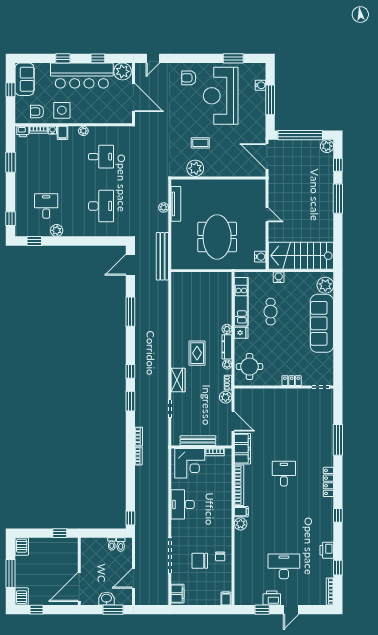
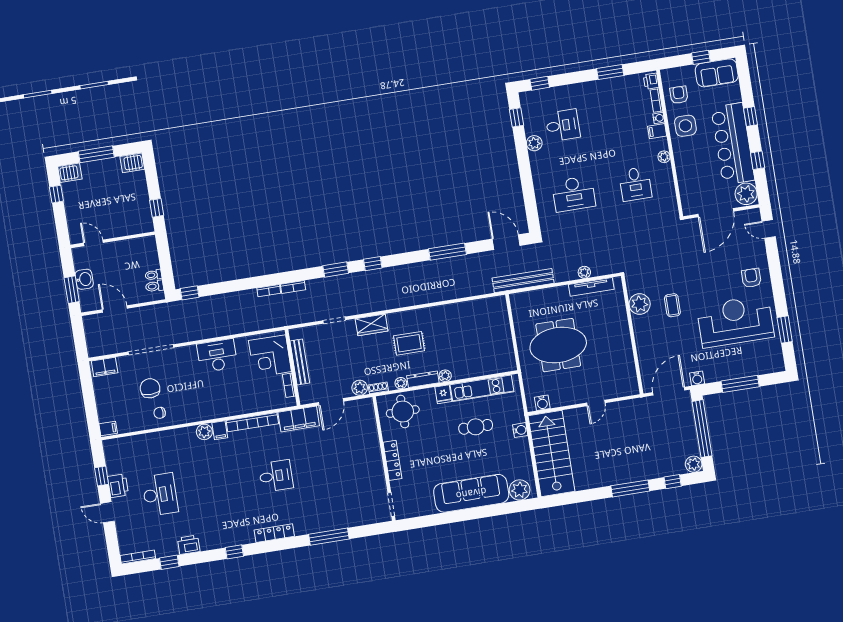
water cooler: (260, 85) -> (697, 378), moved
locker: (292, 381) -> (392, 460), width x1.53
door: (79, 587) -> (93, 243), width x0.53

